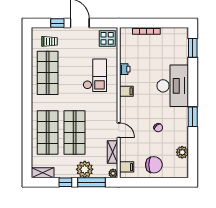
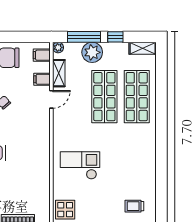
printer: (125, 69) -> (44, 173), removed
shop shelf: (48, 73) -> (137, 168), removed
checkout: (95, 75) -> (80, 165), turned 90
filing cabinet: (126, 91) -> (42, 79), moved
door: (119, 130) -> (51, 99), swing flipped

